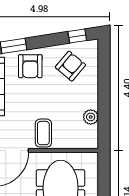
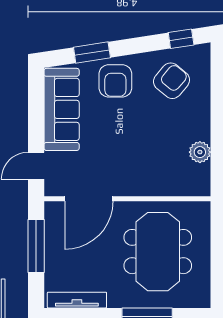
coffee table: (43, 133) -> (134, 175), removed

